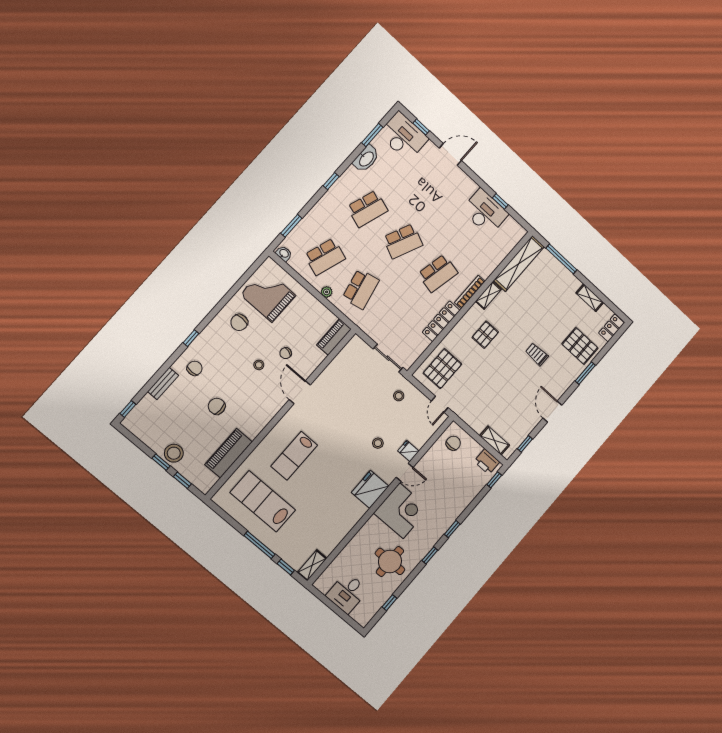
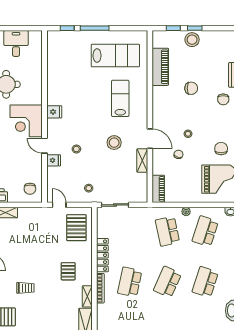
stool: (337, 418) -> (114, 143), added
door: (405, 472) -> (45, 146), hinge flipped
fridge: (370, 489) -> (54, 112), width x0.53, depth x0.75
shelving: (312, 565) -> (142, 161), moved

